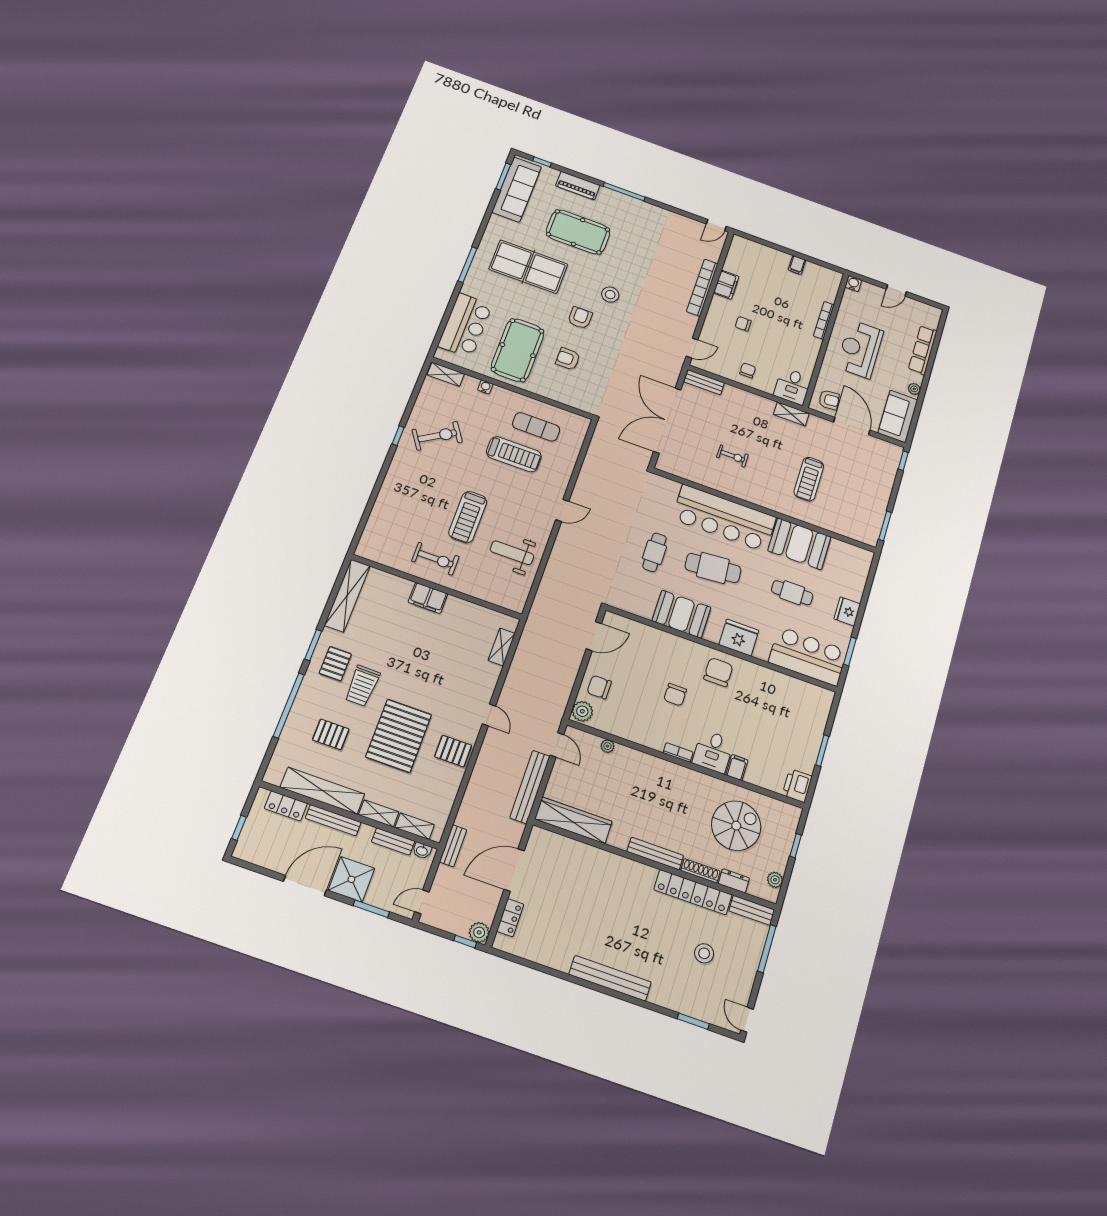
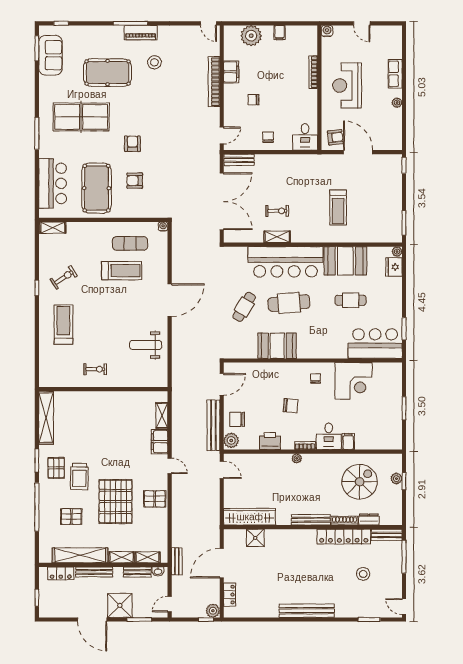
piano: (578, 186) -> (141, 33), moved
sofa: (517, 189) -> (50, 55), width x0.73
door: (716, 225) -> (208, 23), hinge flipped
plant: (762, 256) -> (251, 36), added
door: (896, 290) -> (362, 23), hinge flipped
stool: (610, 295) -> (154, 62), moved
row of seats: (923, 350) -> (395, 74), width x0.68
water cooler: (485, 387) -> (163, 227), moved
shelving: (791, 414) -> (277, 237), moved
sofa: (898, 416) -> (391, 130), removed
double door: (667, 420) -> (222, 201), swing flipped
exercise bike: (437, 436) -> (64, 277), width x0.73, depth x0.72
door: (562, 510) -> (170, 300), width x1.88
treadmill: (468, 517) -> (63, 325), moved, turned 180
cafe table: (654, 552) -> (244, 307), turned 31
plant: (867, 556) -> (397, 252), added
exercise bike: (435, 559) -> (95, 369), width x0.73, depth x0.72
filing cabinet: (428, 598) -> (160, 442), moved, turned 90
fridge: (847, 611) -> (394, 267), moved
fridge: (739, 638) -> (322, 348), removed
chair: (718, 672) -> (316, 378), width x0.54, depth x0.54
corner desk: (767, 693) -> (354, 381), added
chair: (675, 695) -> (291, 406), turned -85
plant: (608, 746) -> (297, 458), moved
printer: (797, 786) -> (270, 441), moved, turned 90
bench: (530, 787) -> (213, 425), moved
shower: (572, 852) -> (255, 538), added
plant: (775, 880) -> (396, 479), moved
door: (305, 886) -> (92, 620), swing flipped

